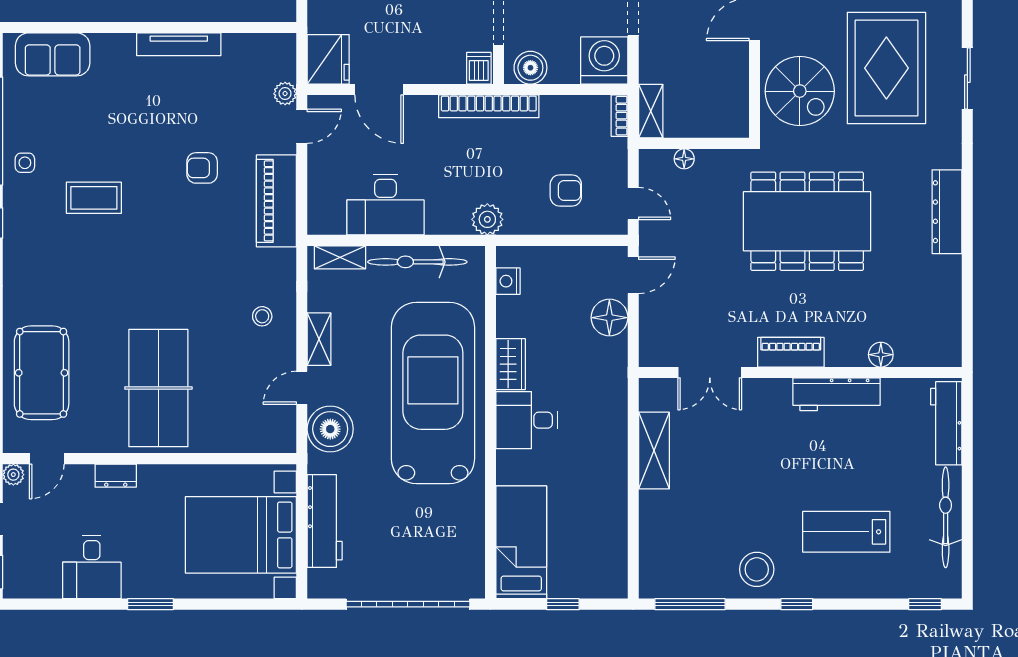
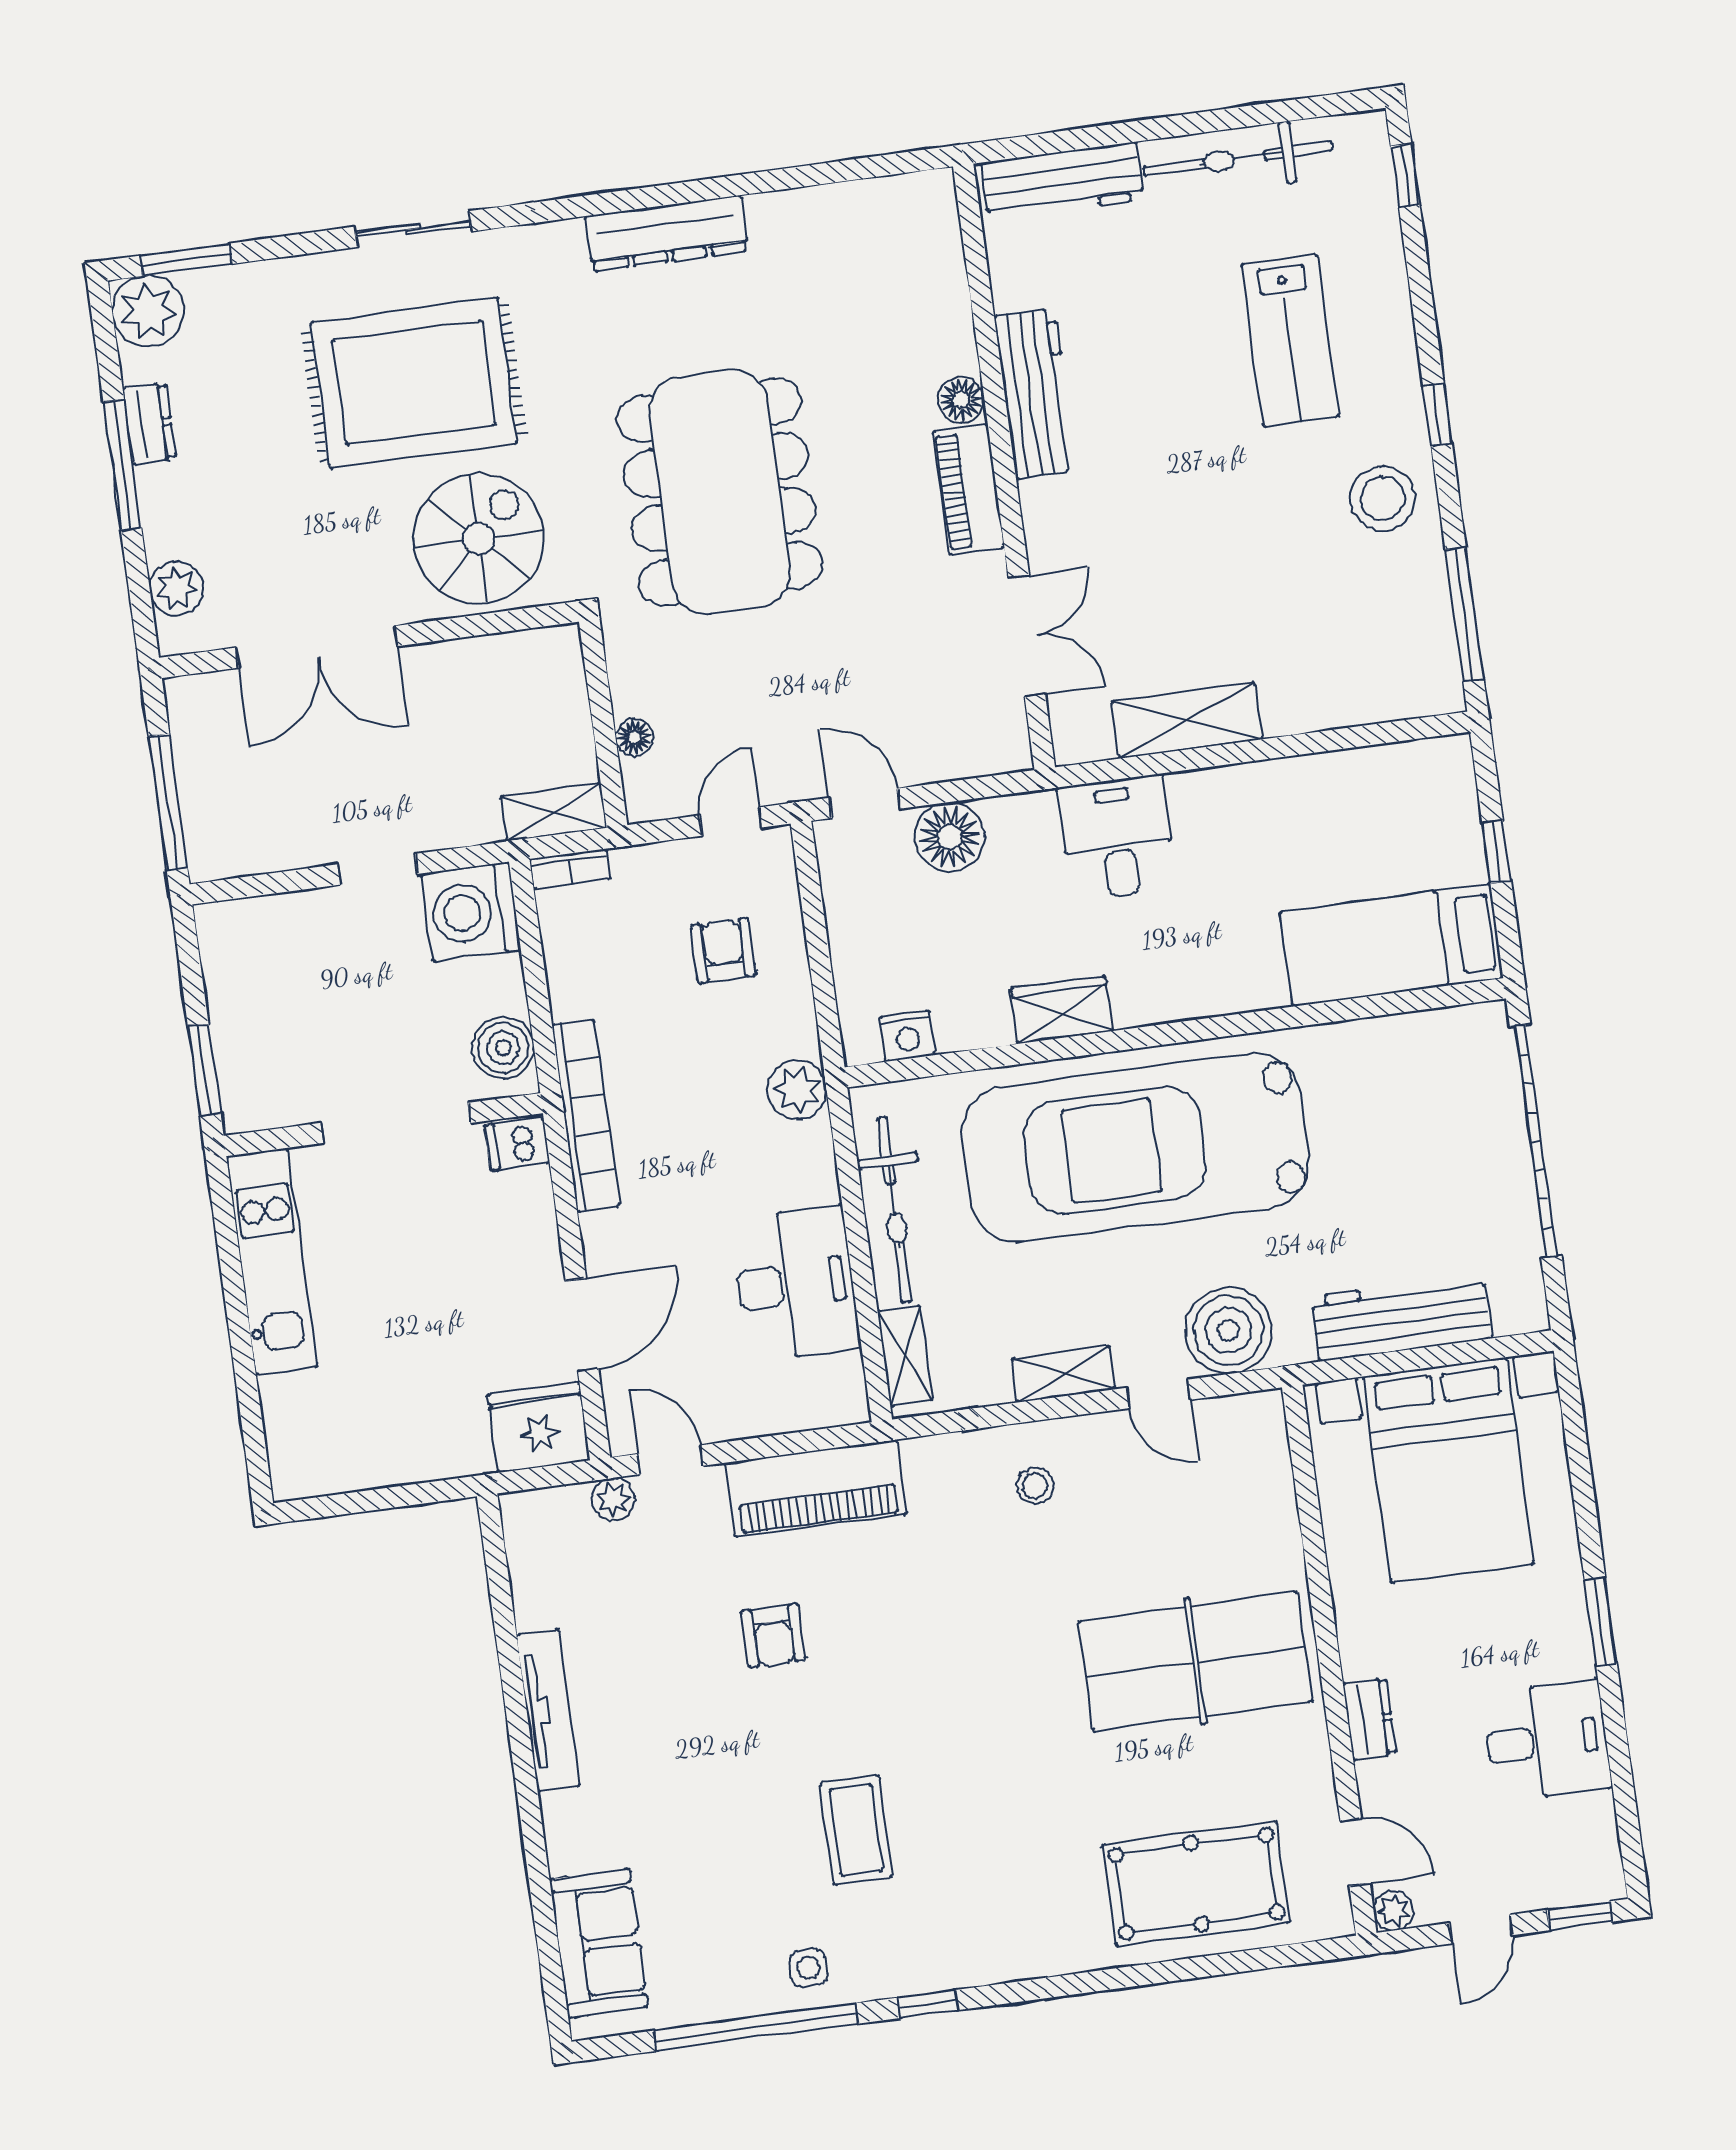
floor lamp: (881, 355) -> (961, 400), moved
desk: (527, 420) -> (1117, 838), moved, turned 180

